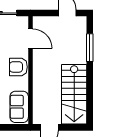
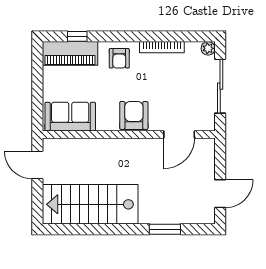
window: (90, 48) -> (165, 229), width x0.69

